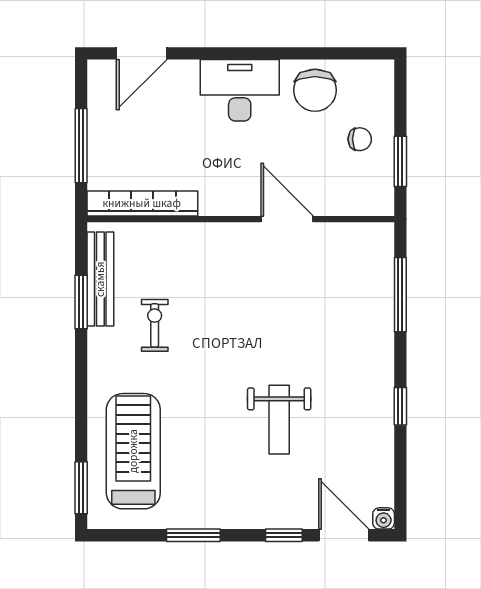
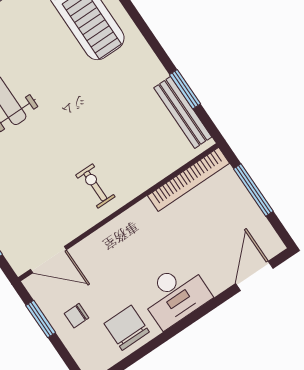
door: (287, 219) -> (48, 260), moved
exercise bike: (155, 325) -> (95, 186), moved, turned 180

